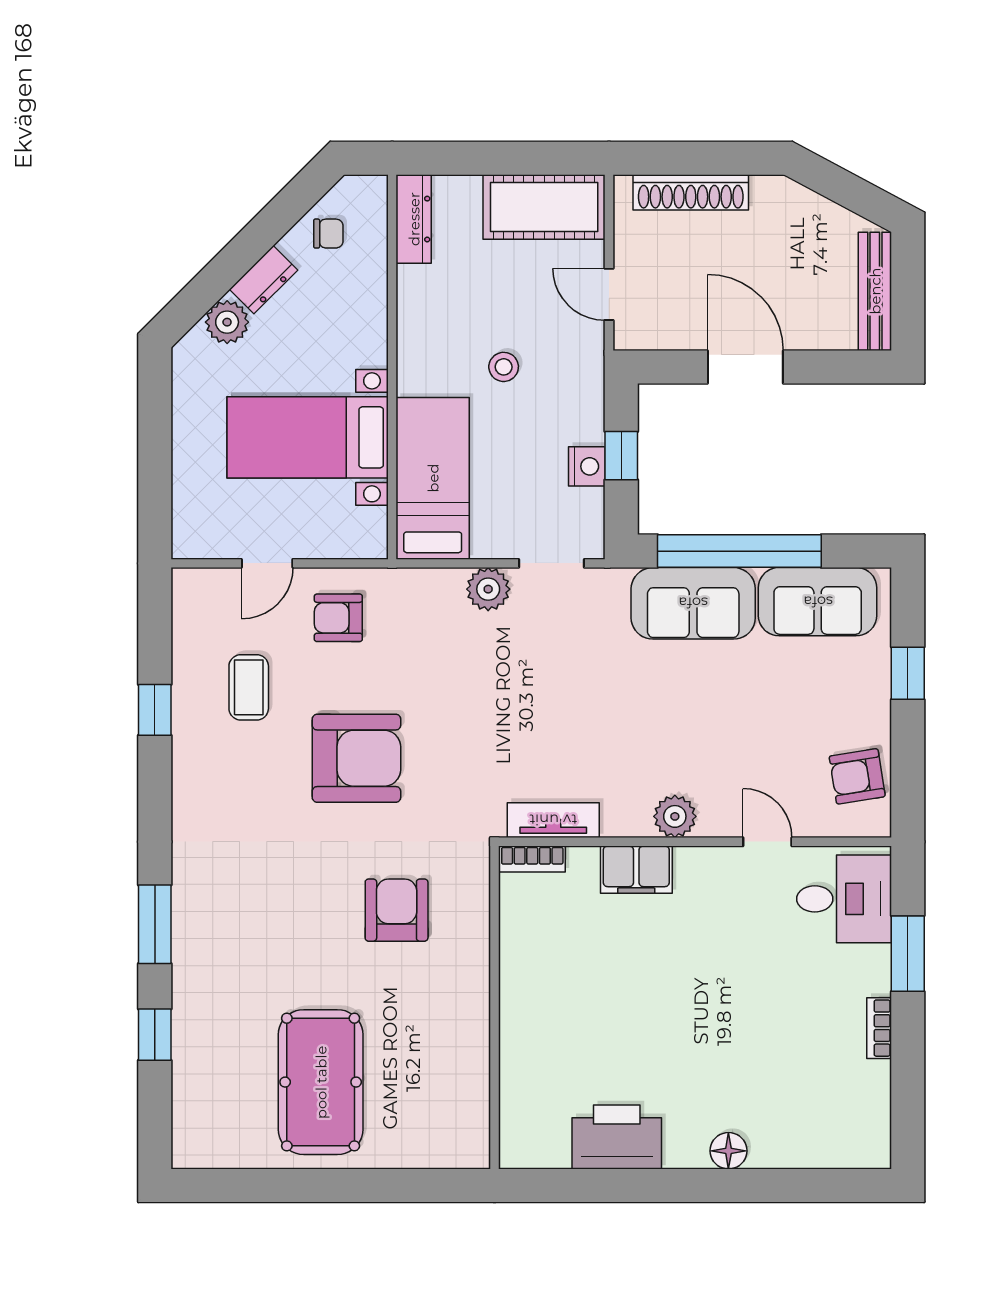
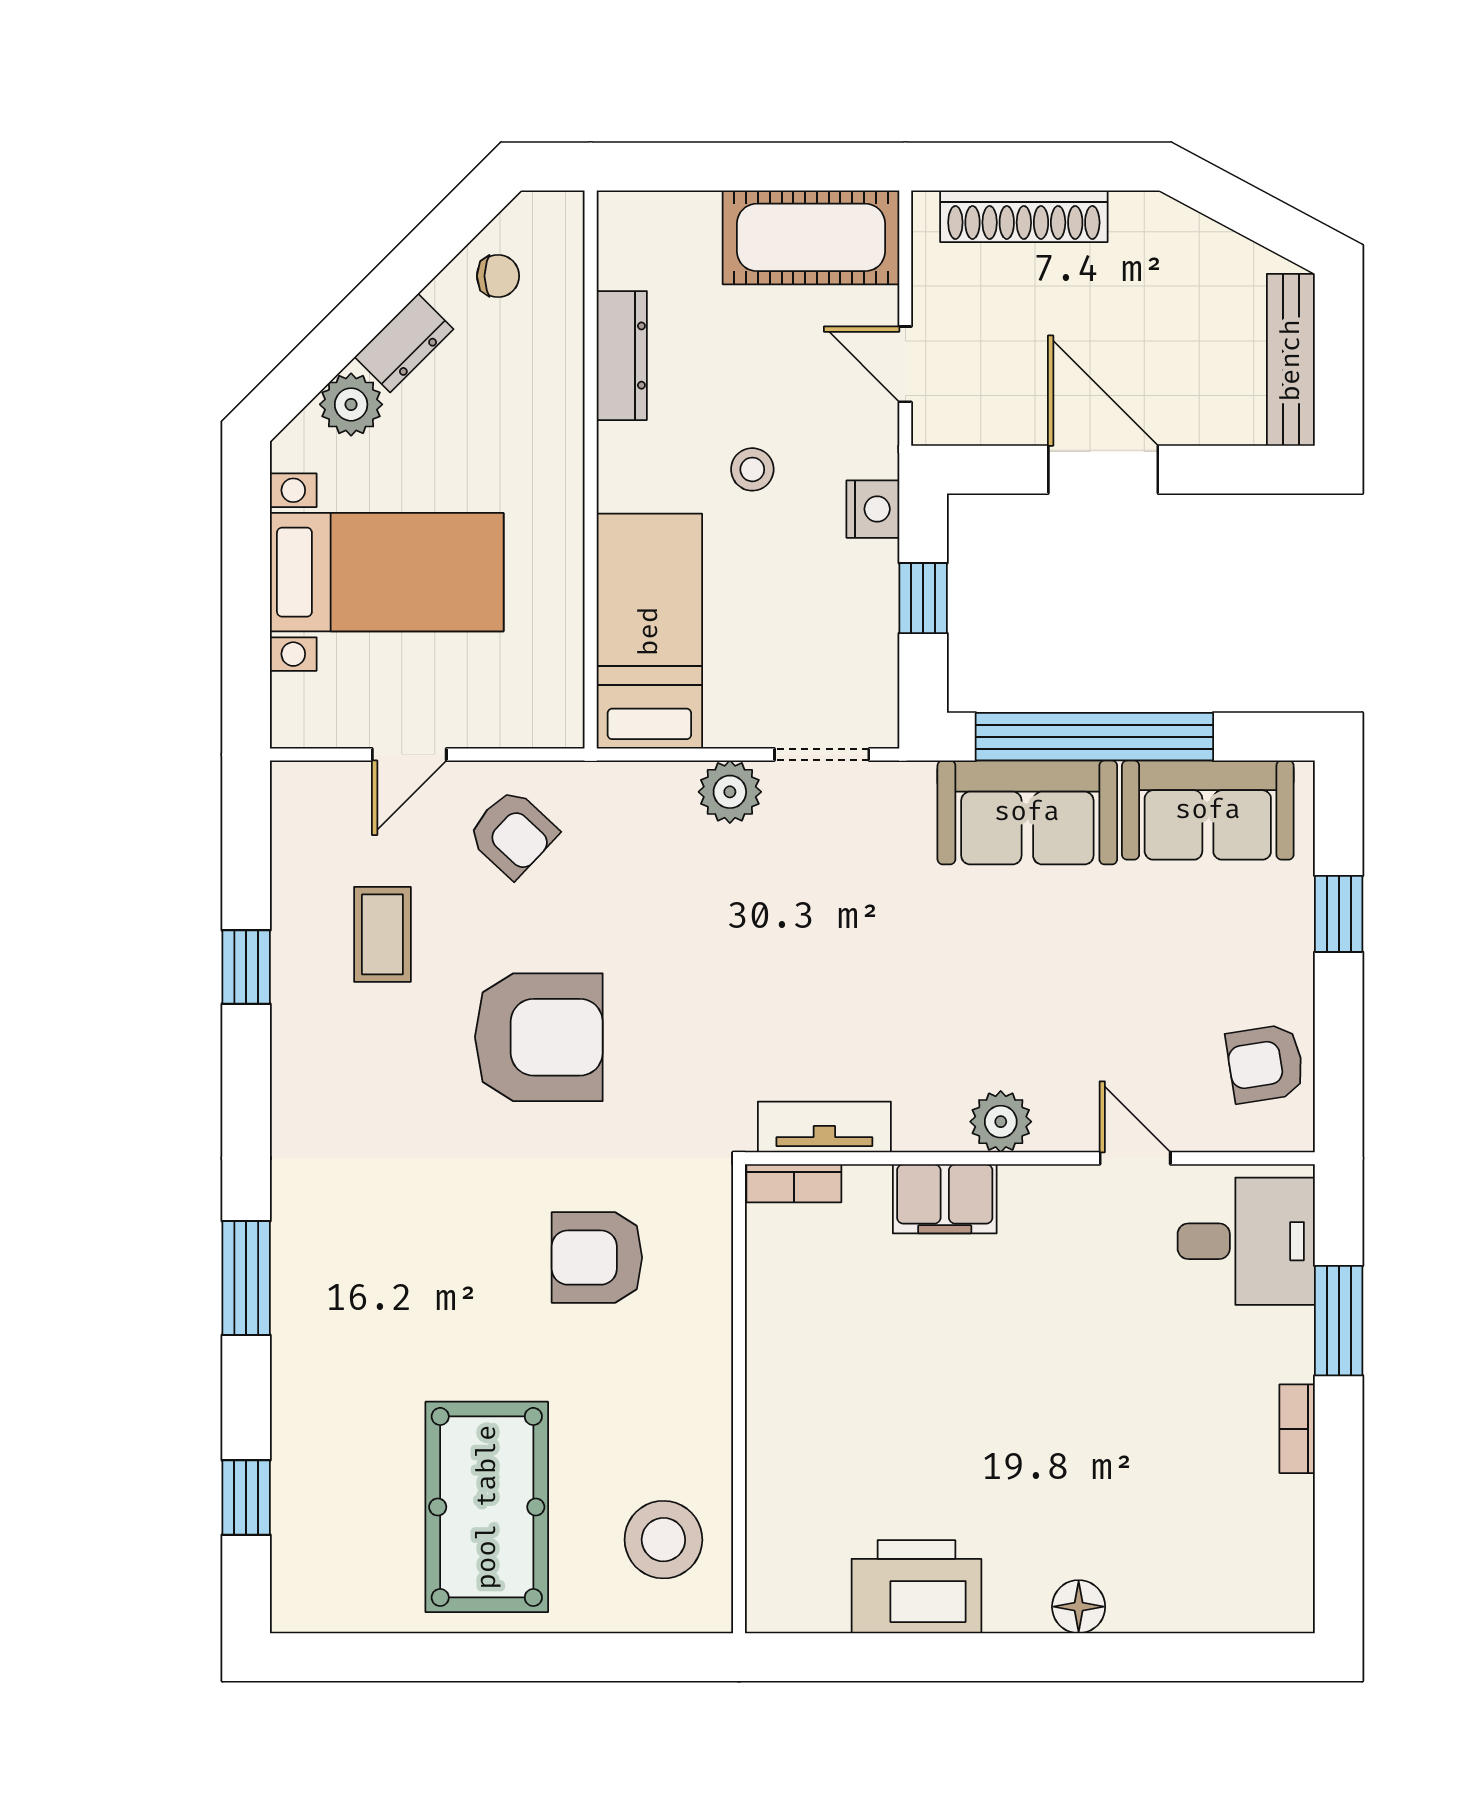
dresser: (414, 219) -> (622, 356), moved
bed with nightstands: (308, 437) -> (387, 572), moved, turned 180
nightstand: (587, 466) -> (873, 509), moved
armchair: (338, 618) -> (513, 833), turned -137
armchair: (397, 910) -> (597, 1258), turned -90
window: (155, 1035) -> (246, 1498), moved
stool: (442, 1105) -> (663, 1540), added

